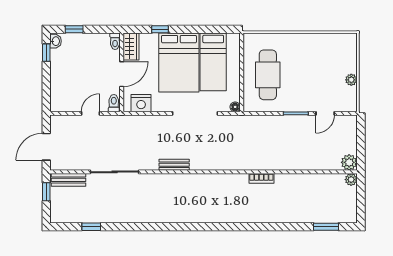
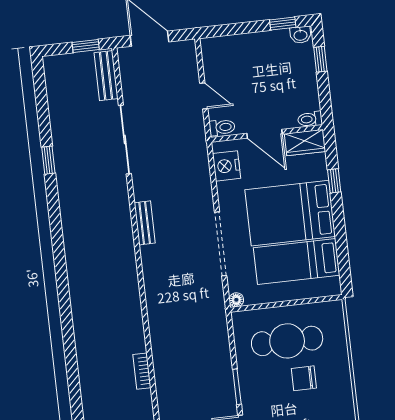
chair: (295, 66) -> (304, 378), added
bookcase: (261, 178) -> (142, 371), moved
window: (91, 227) -> (48, 160), moved

